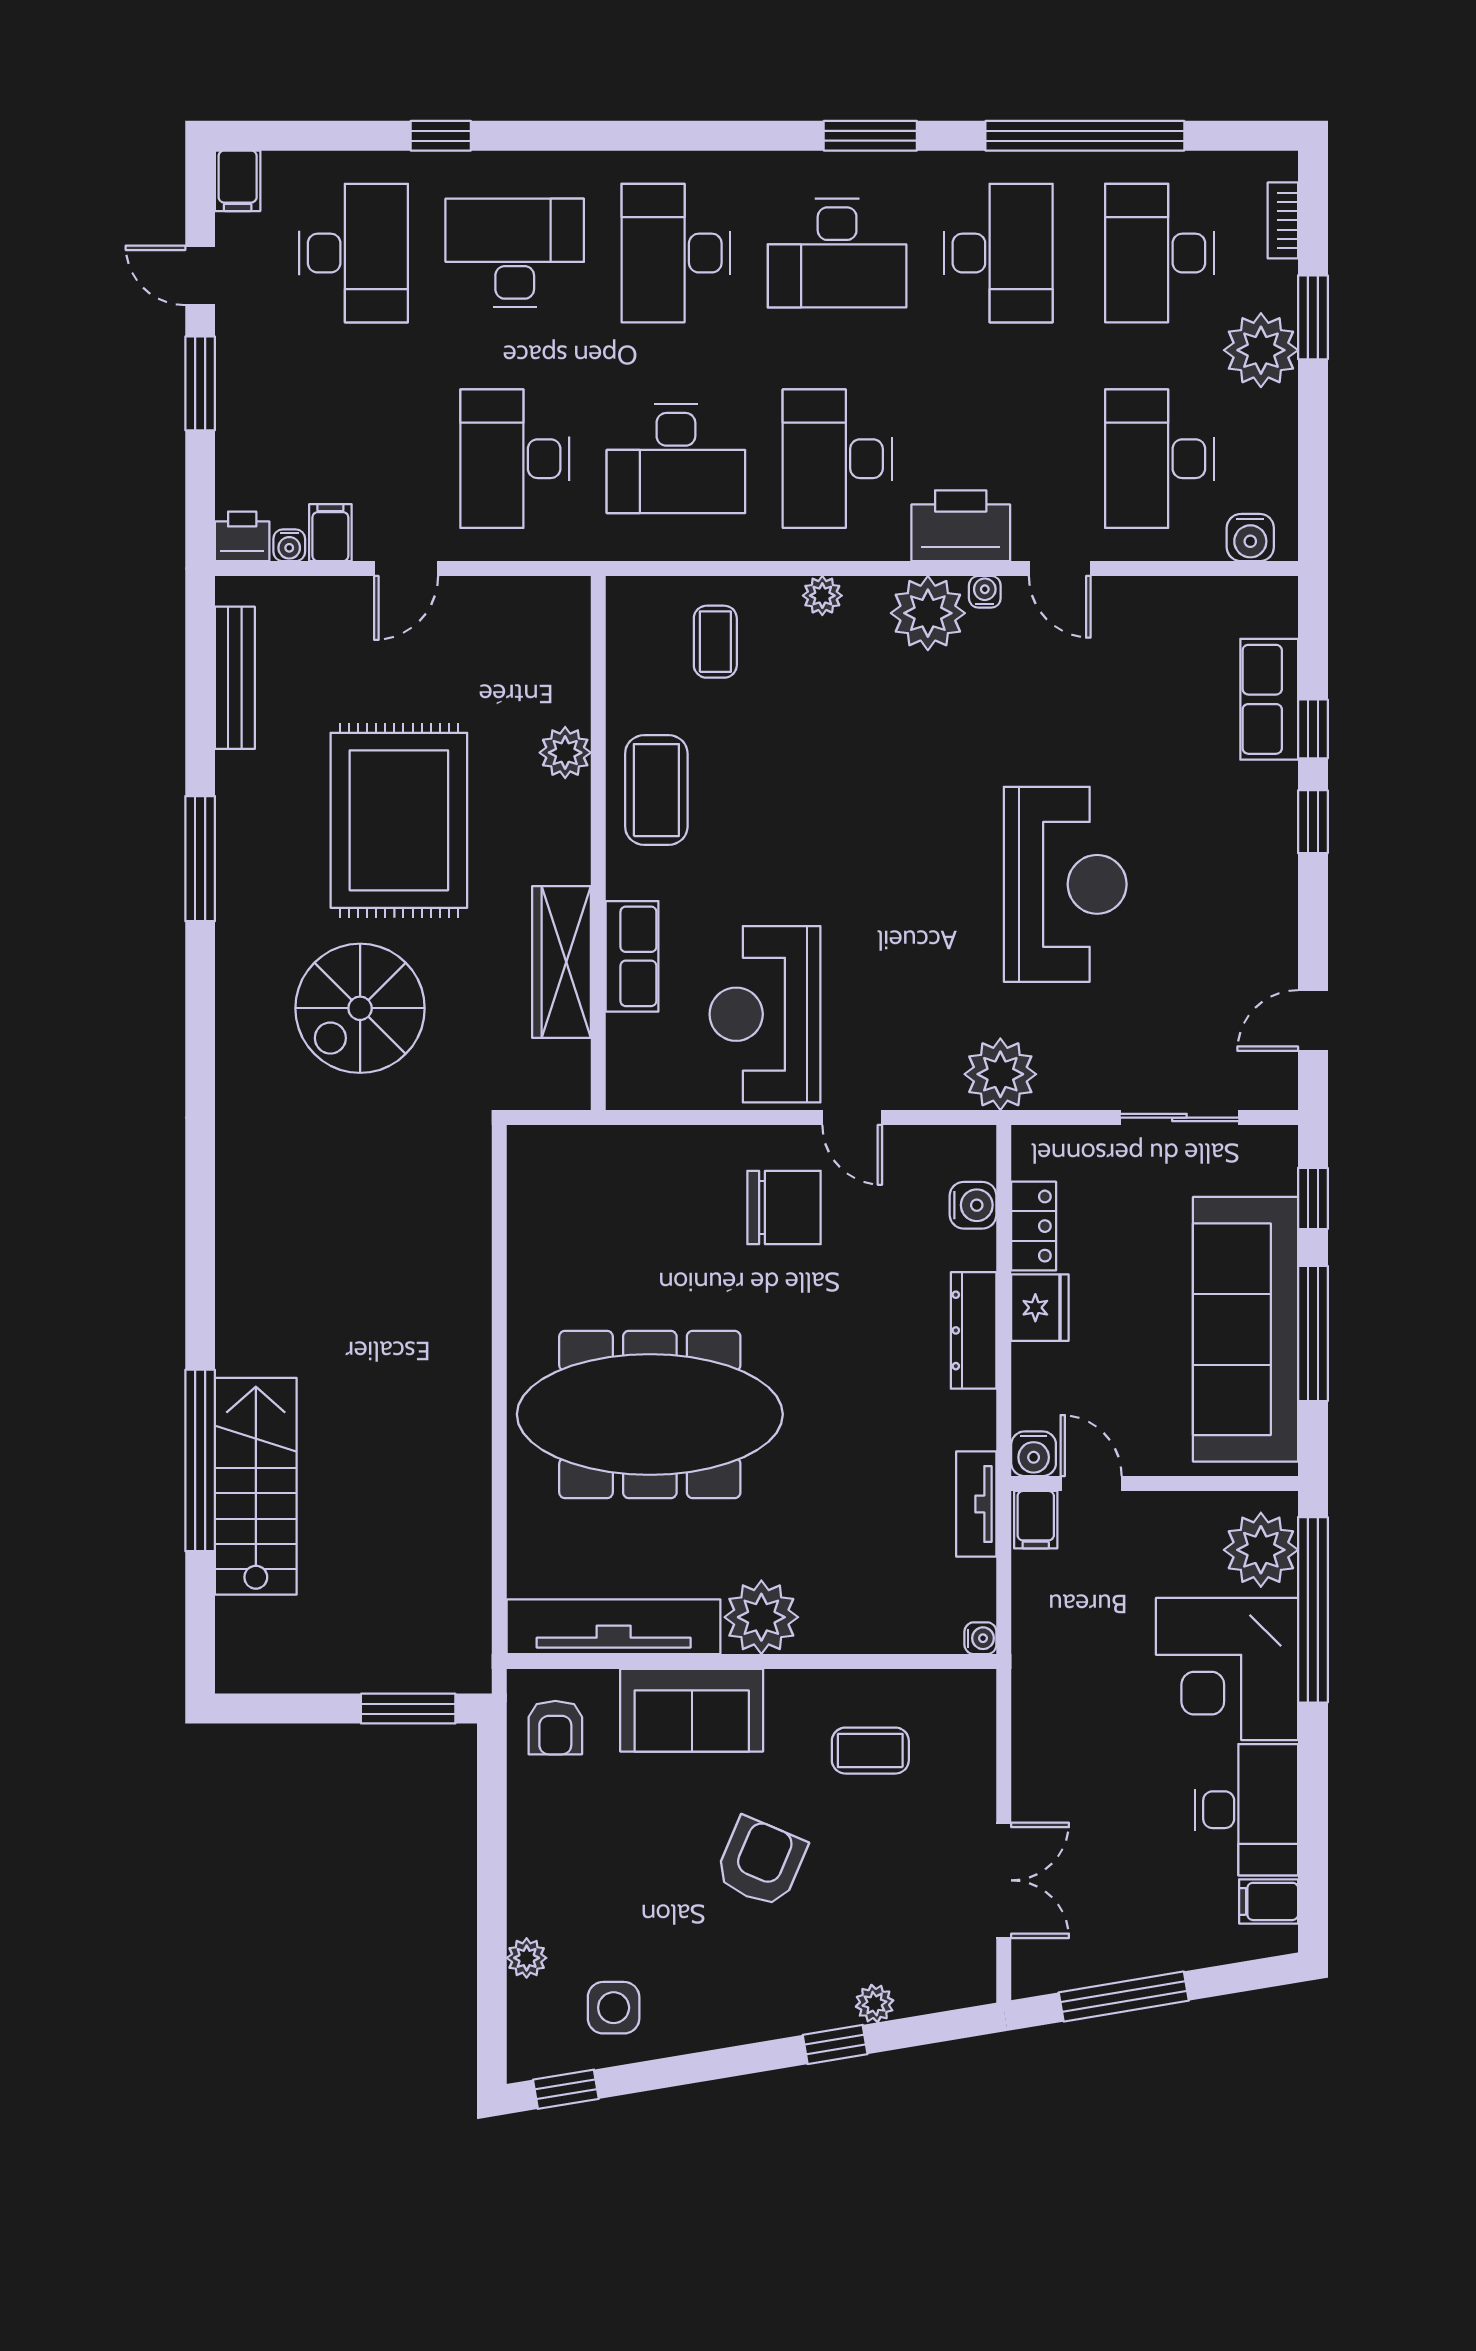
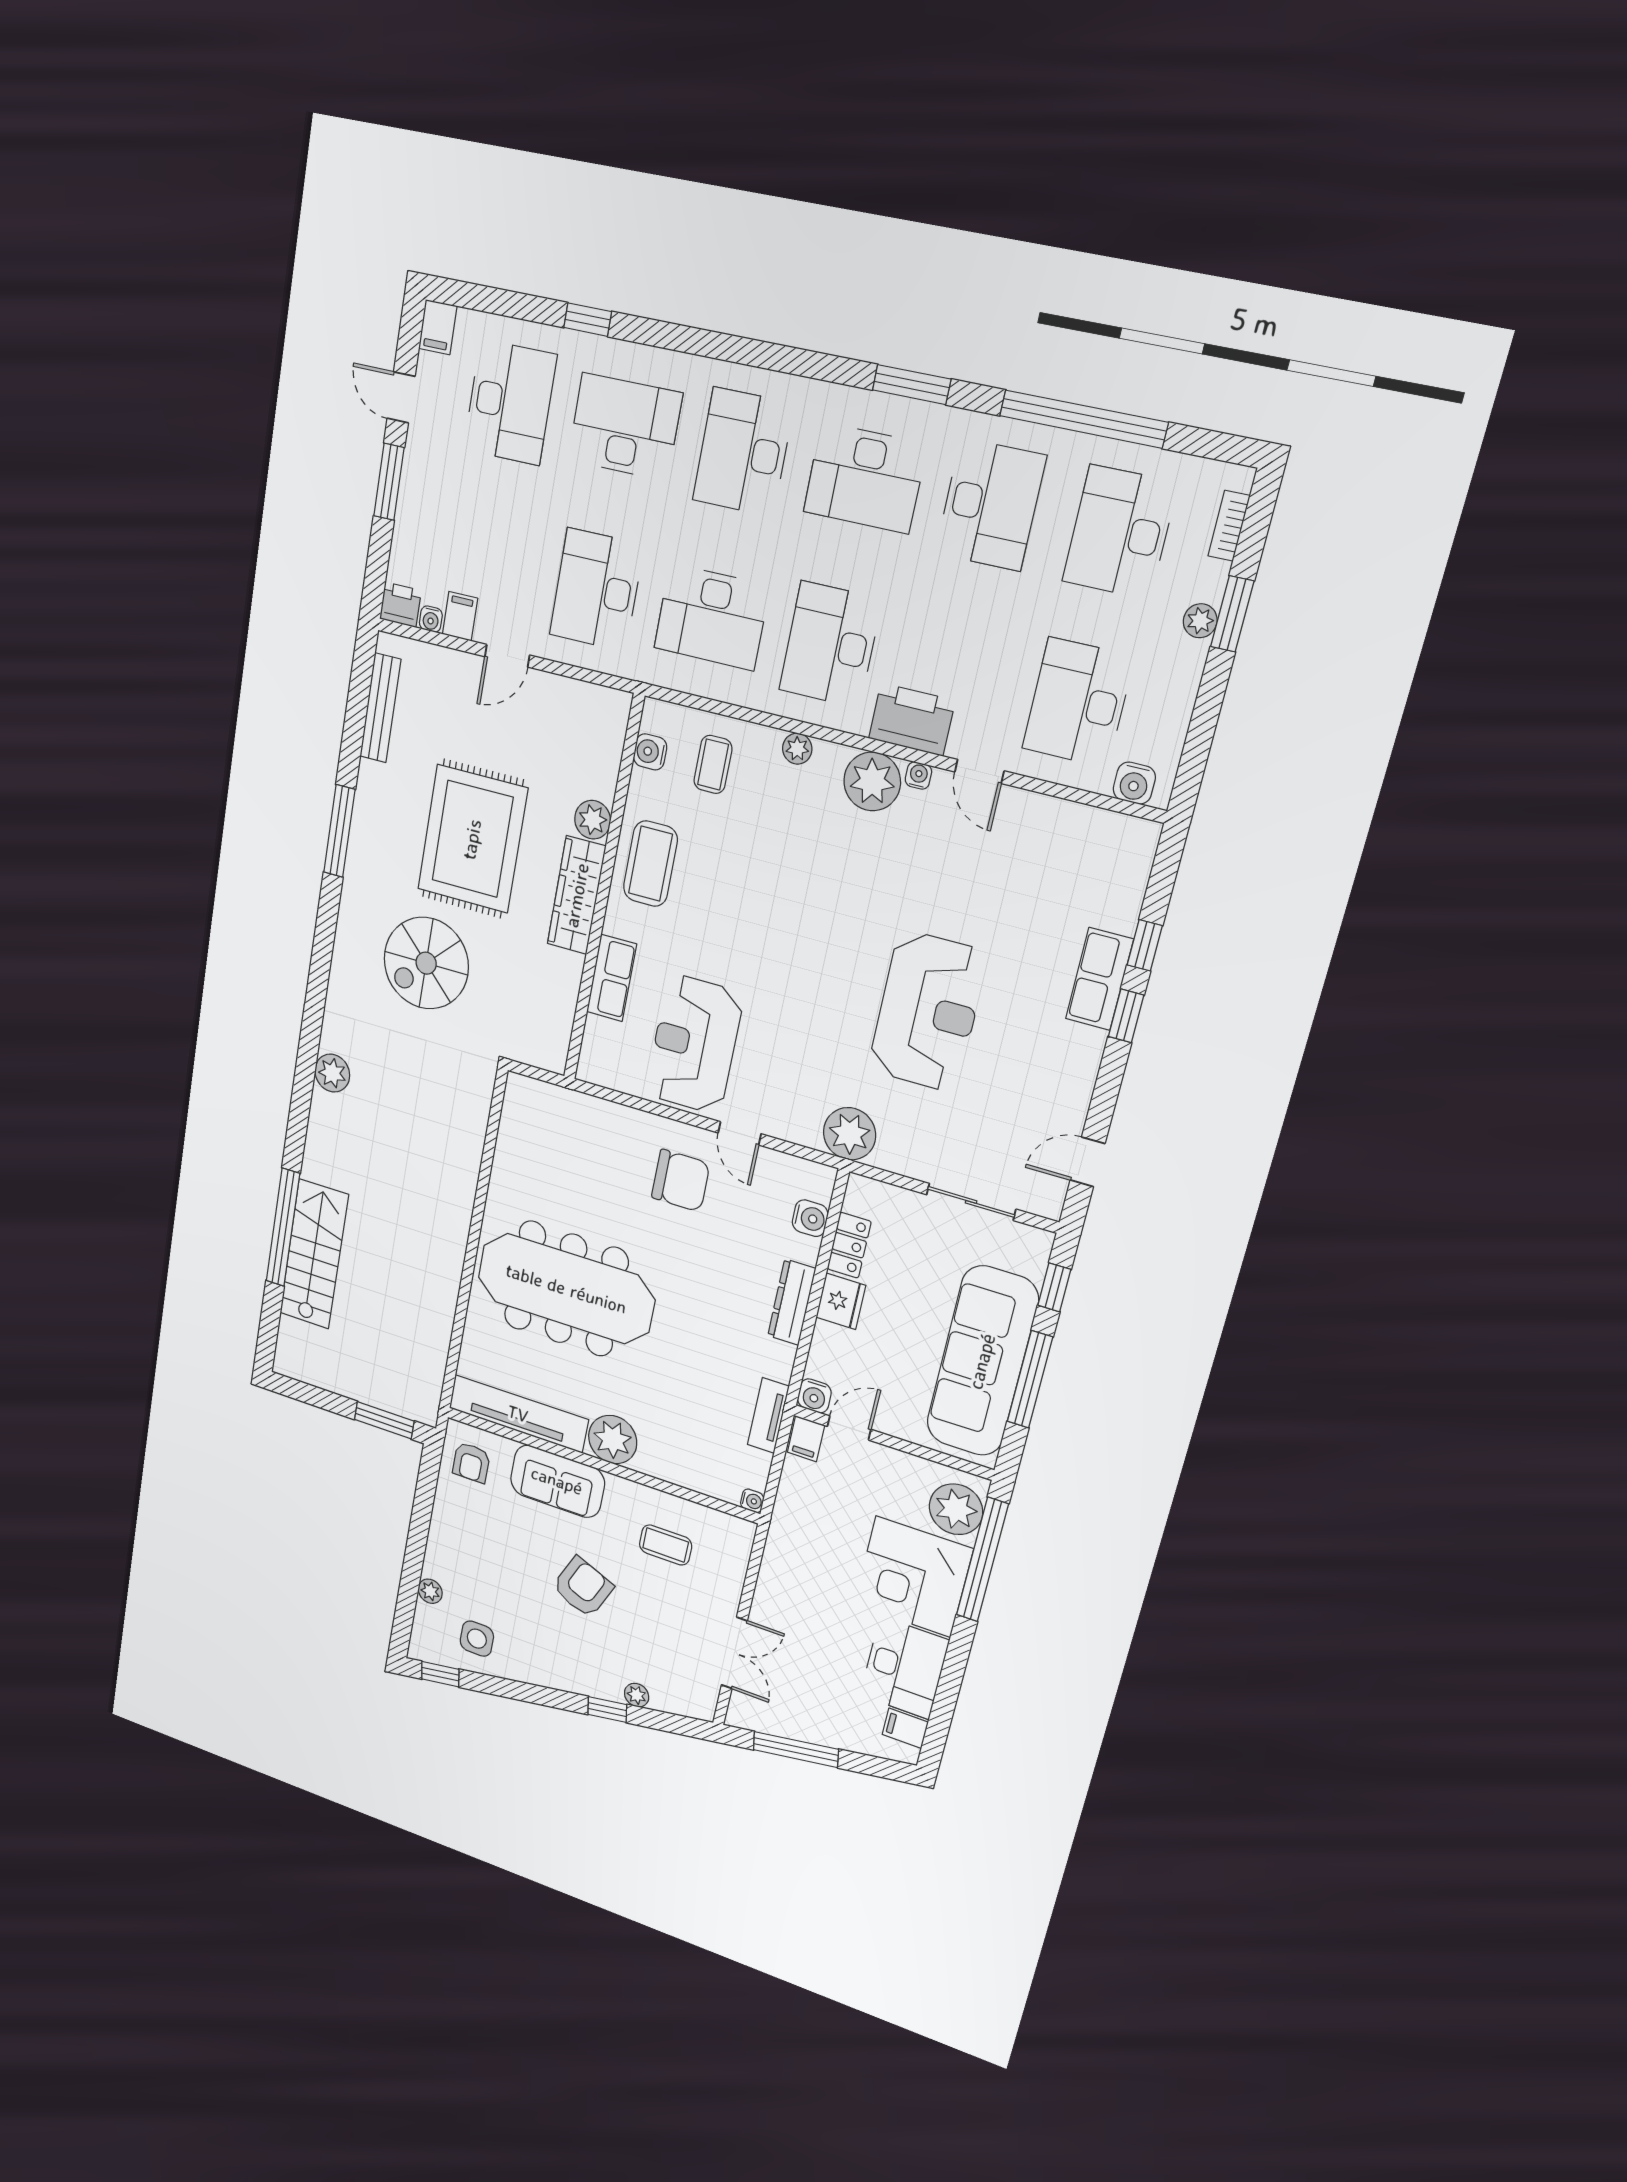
plant: (1261, 350) -> (1200, 621), width x0.53, depth x0.53
water cooler: (627, 646) -> (650, 752), added
row of seats: (1269, 699) -> (1100, 979), moved
wardrobe: (562, 962) -> (577, 895), moved
plant: (243, 1205) -> (332, 1073), added
door: (1091, 1484) -> (849, 1428), hinge flipped

